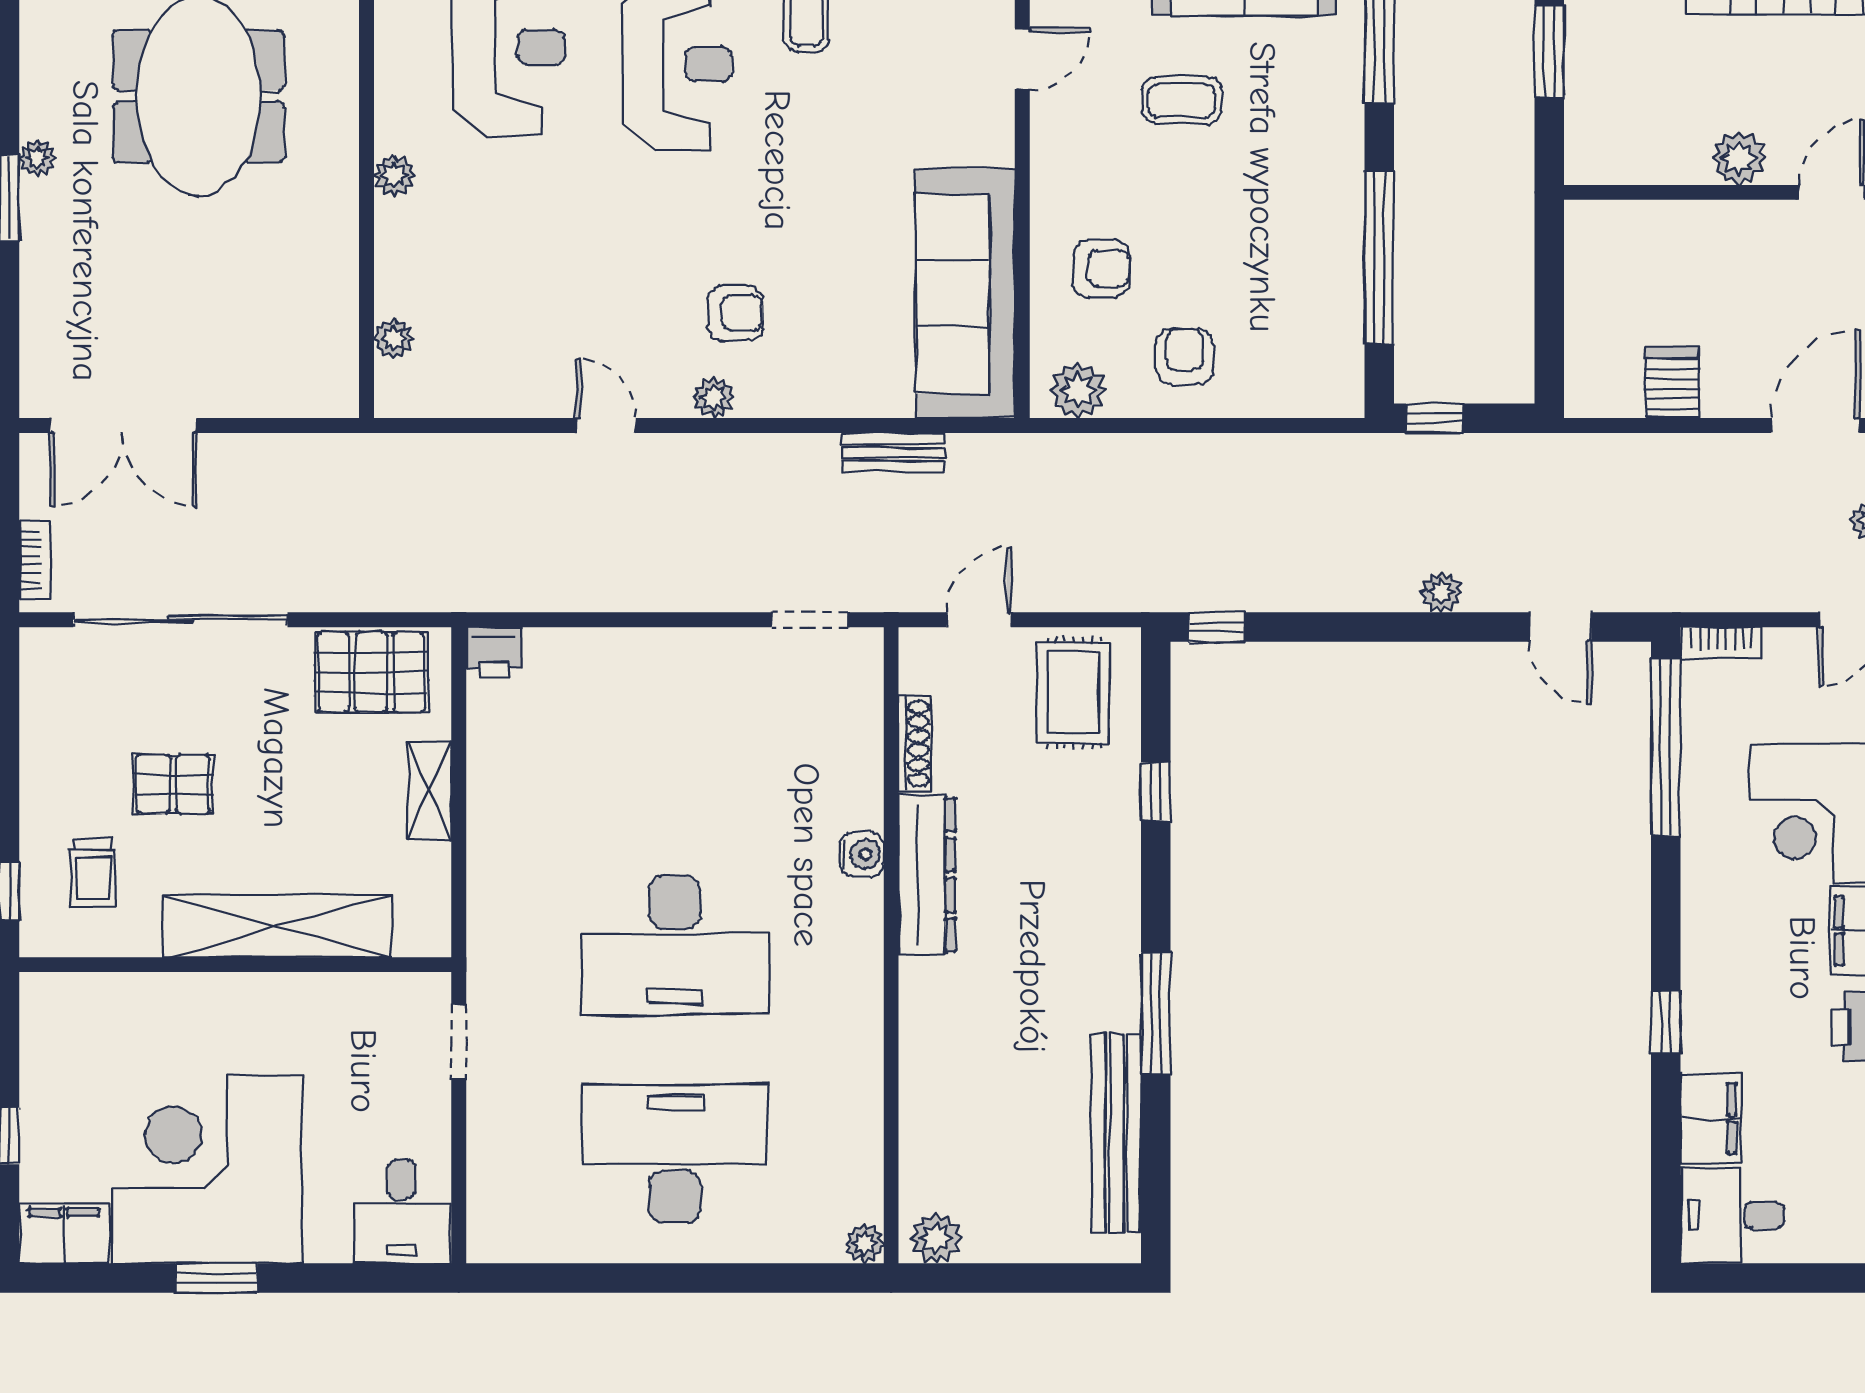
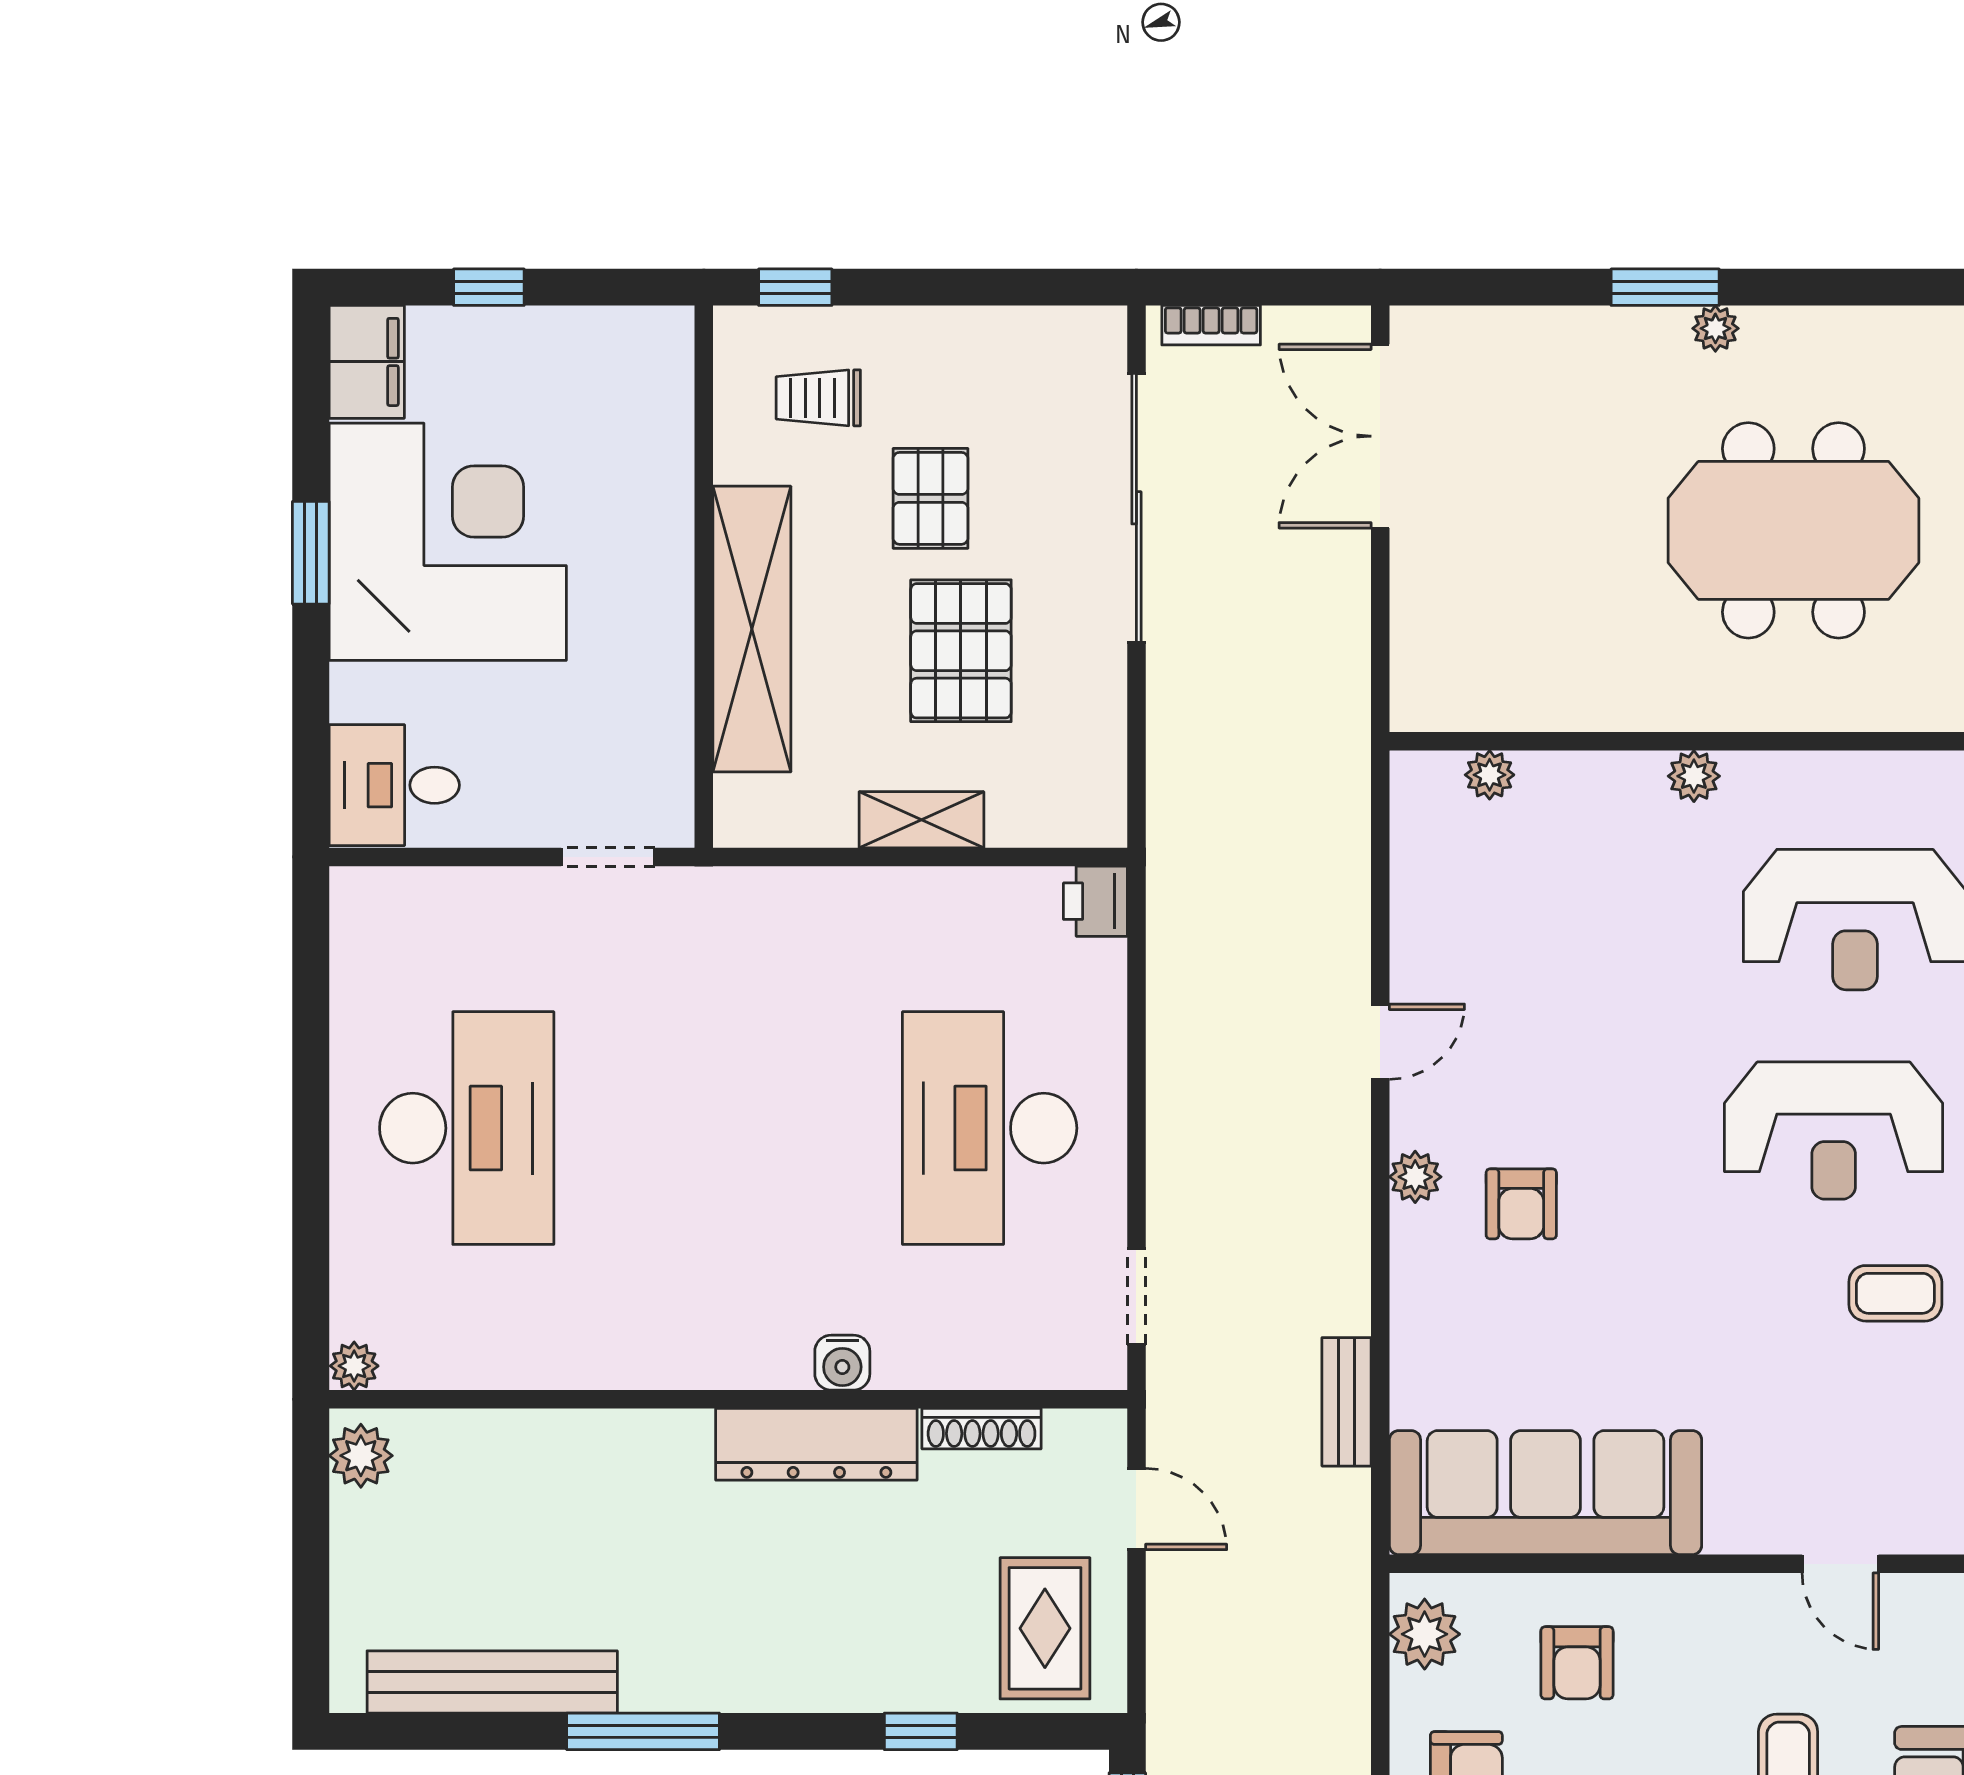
pallet: (371, 672) -> (961, 651), moved
rug: (1074, 693) -> (1045, 1628), turned 90
desk: (675, 945) -> (990, 1128), moved

